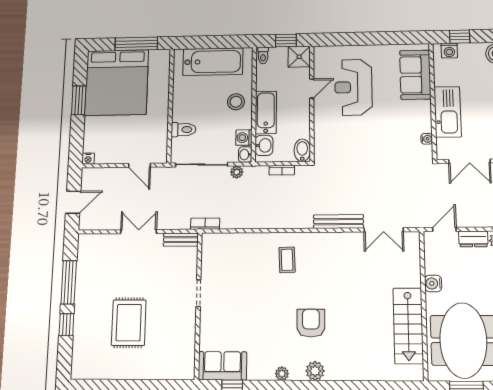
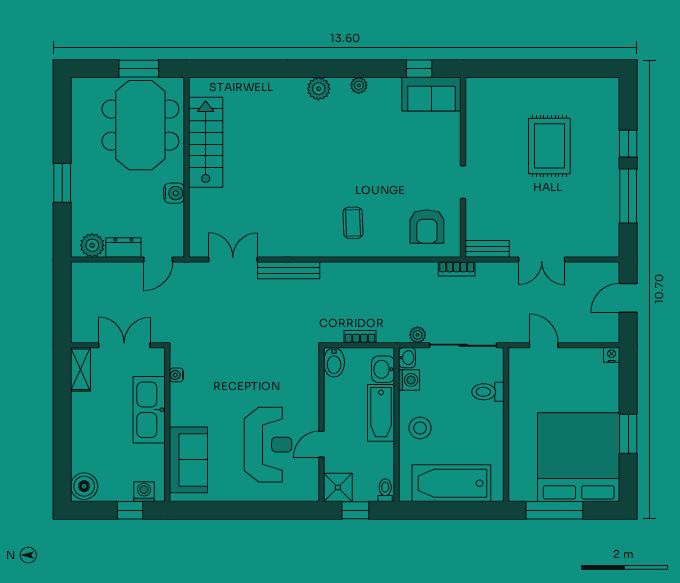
armchair: (311, 323) -> (427, 227), moved

